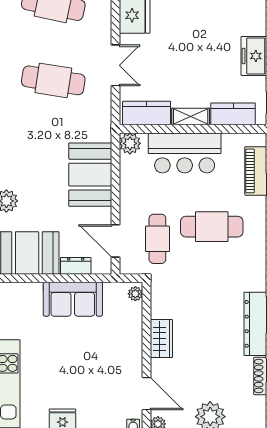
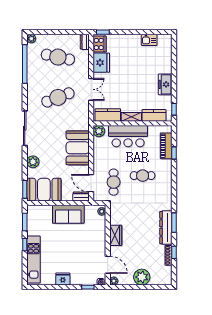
cafe table: (53, 80) -> (58, 97), turned -30
cafe table: (212, 227) -> (143, 176), width x0.73, depth x0.74
dresser: (76, 266) -> (81, 197), moved

